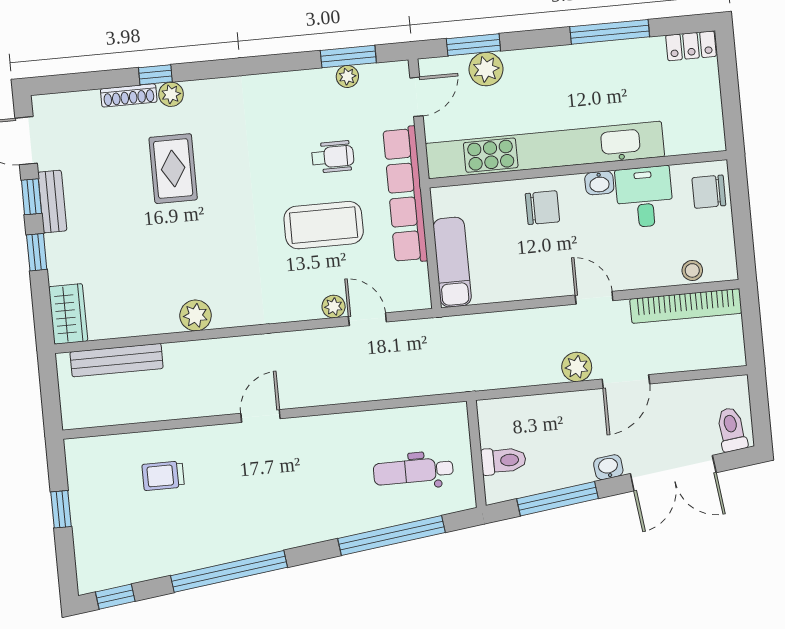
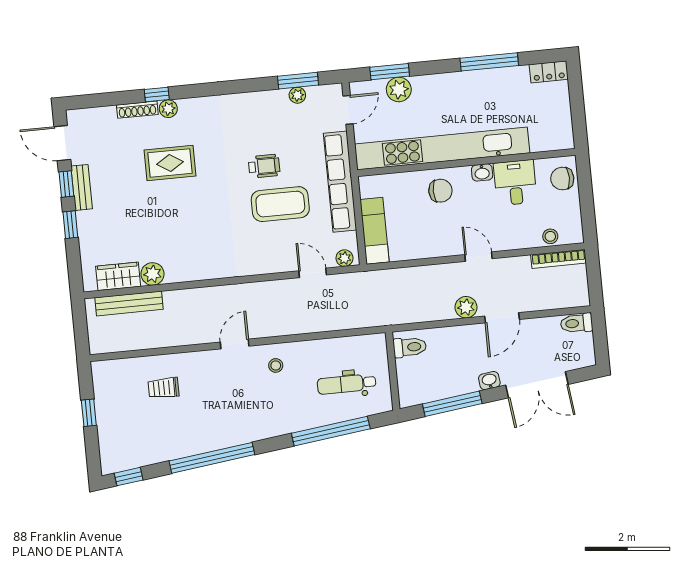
wheelchair: (333, 157) -> (264, 166), moved
rug: (173, 169) -> (170, 163), turned 90
bookcase: (686, 306) -> (559, 259), width x0.68, depth x0.76
plant: (334, 307) -> (344, 258), moved
wardrobe: (68, 314) -> (118, 276), moved, turned -90
plant: (196, 315) -> (153, 274), moved
toilet: (732, 429) -> (577, 323), moved, turned -83
stool: (317, 446) -> (276, 365), added
toilet: (503, 461) -> (410, 347), moved

